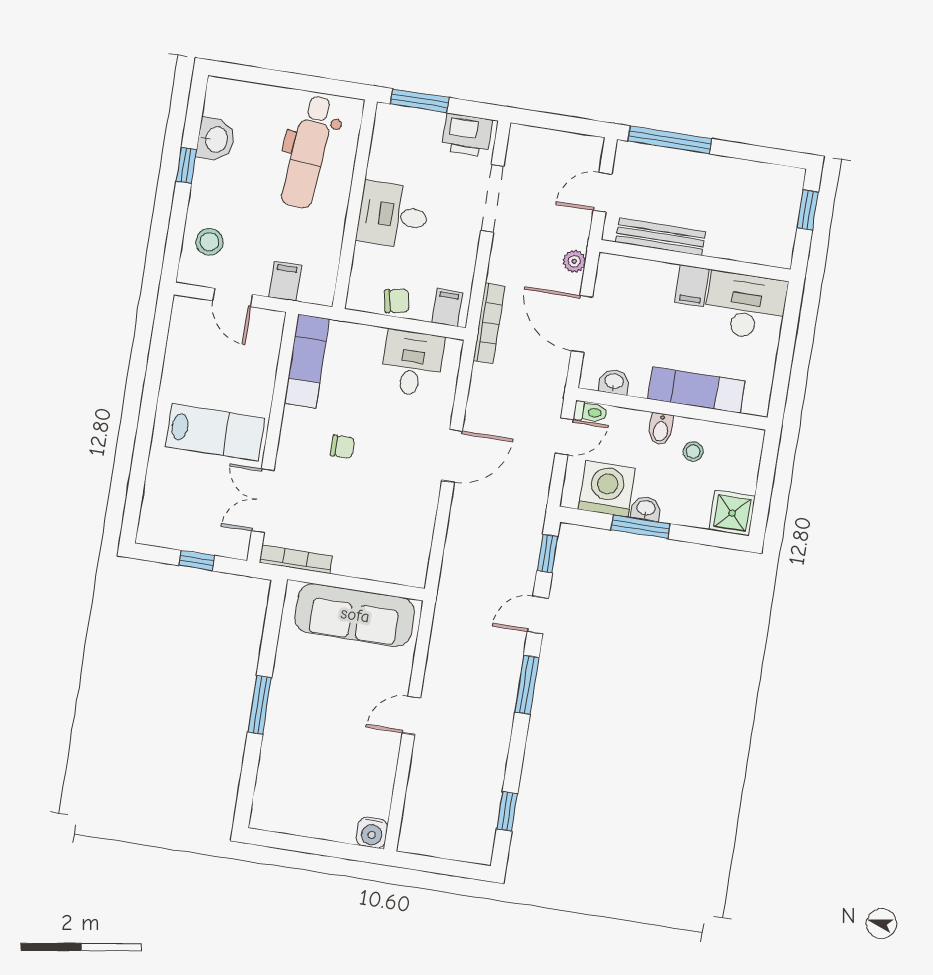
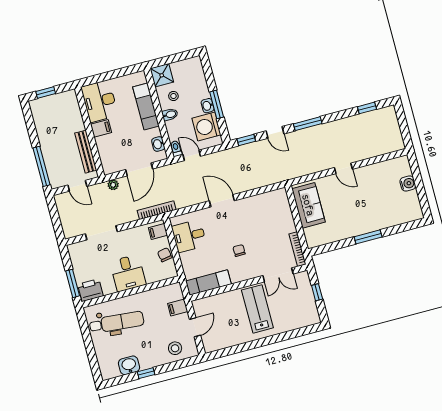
printer: (467, 135) -> (90, 290), moved, turned -90
shower: (732, 513) -> (162, 75), moved
sofa: (355, 615) -> (308, 205), width x0.73
water cooler: (372, 833) -> (408, 183), moved

